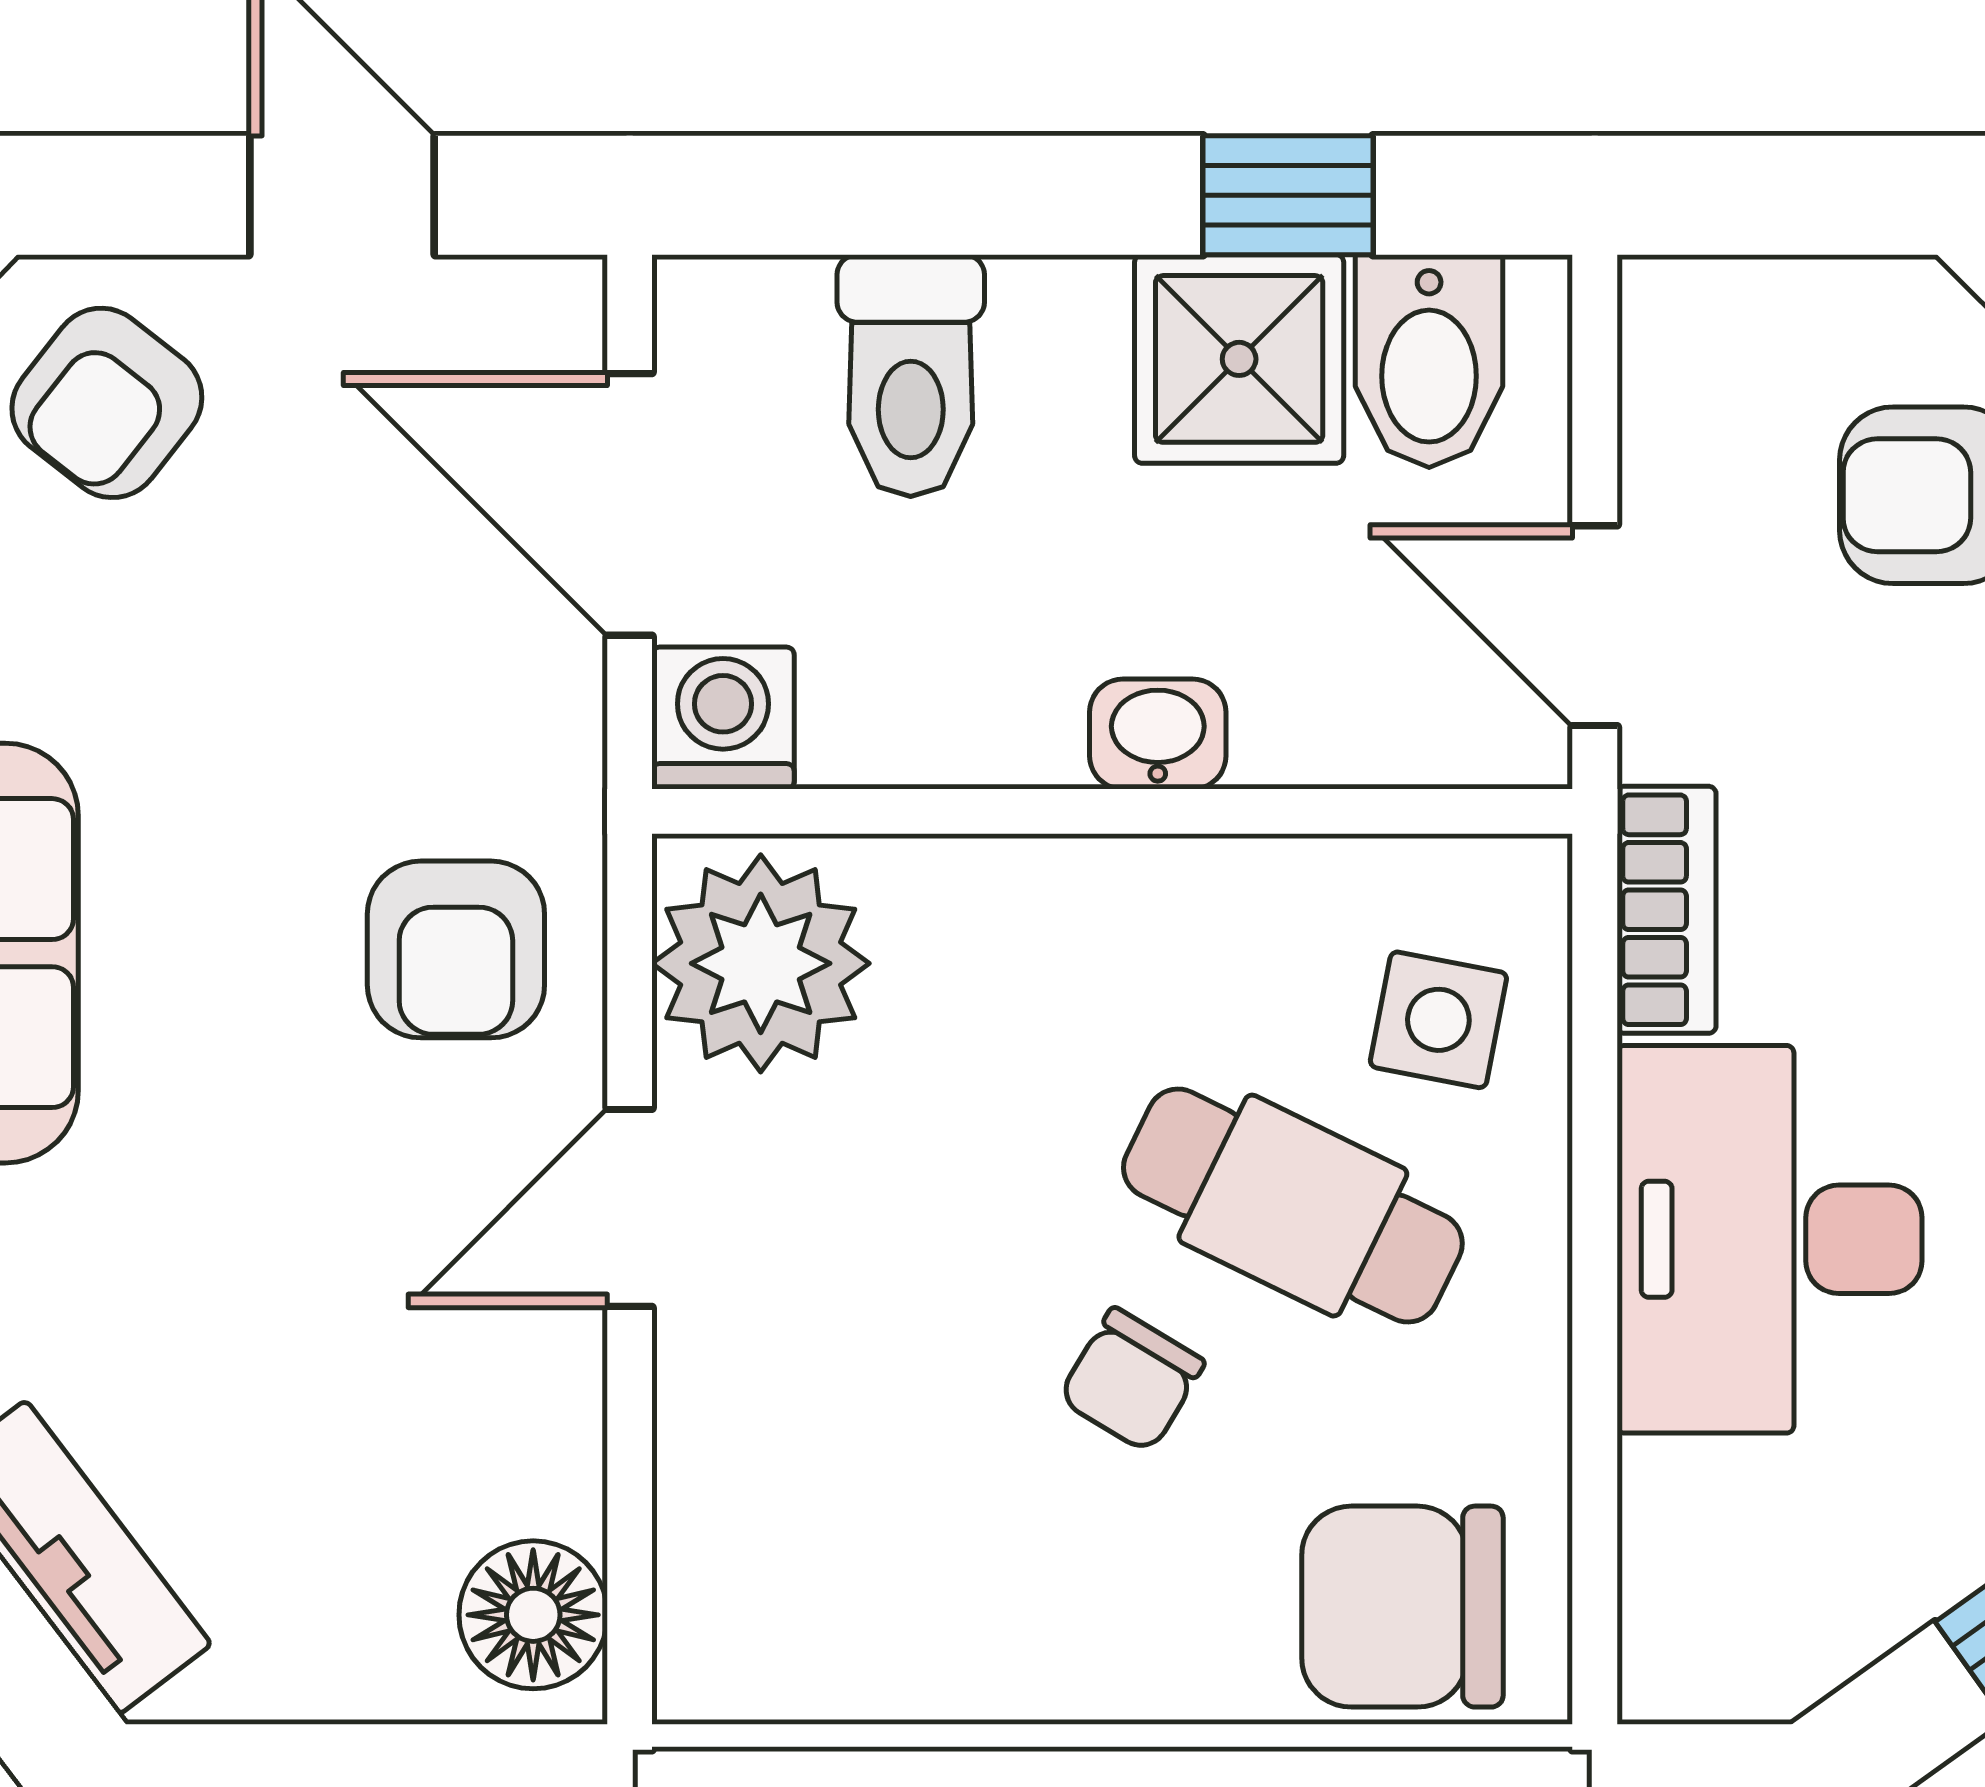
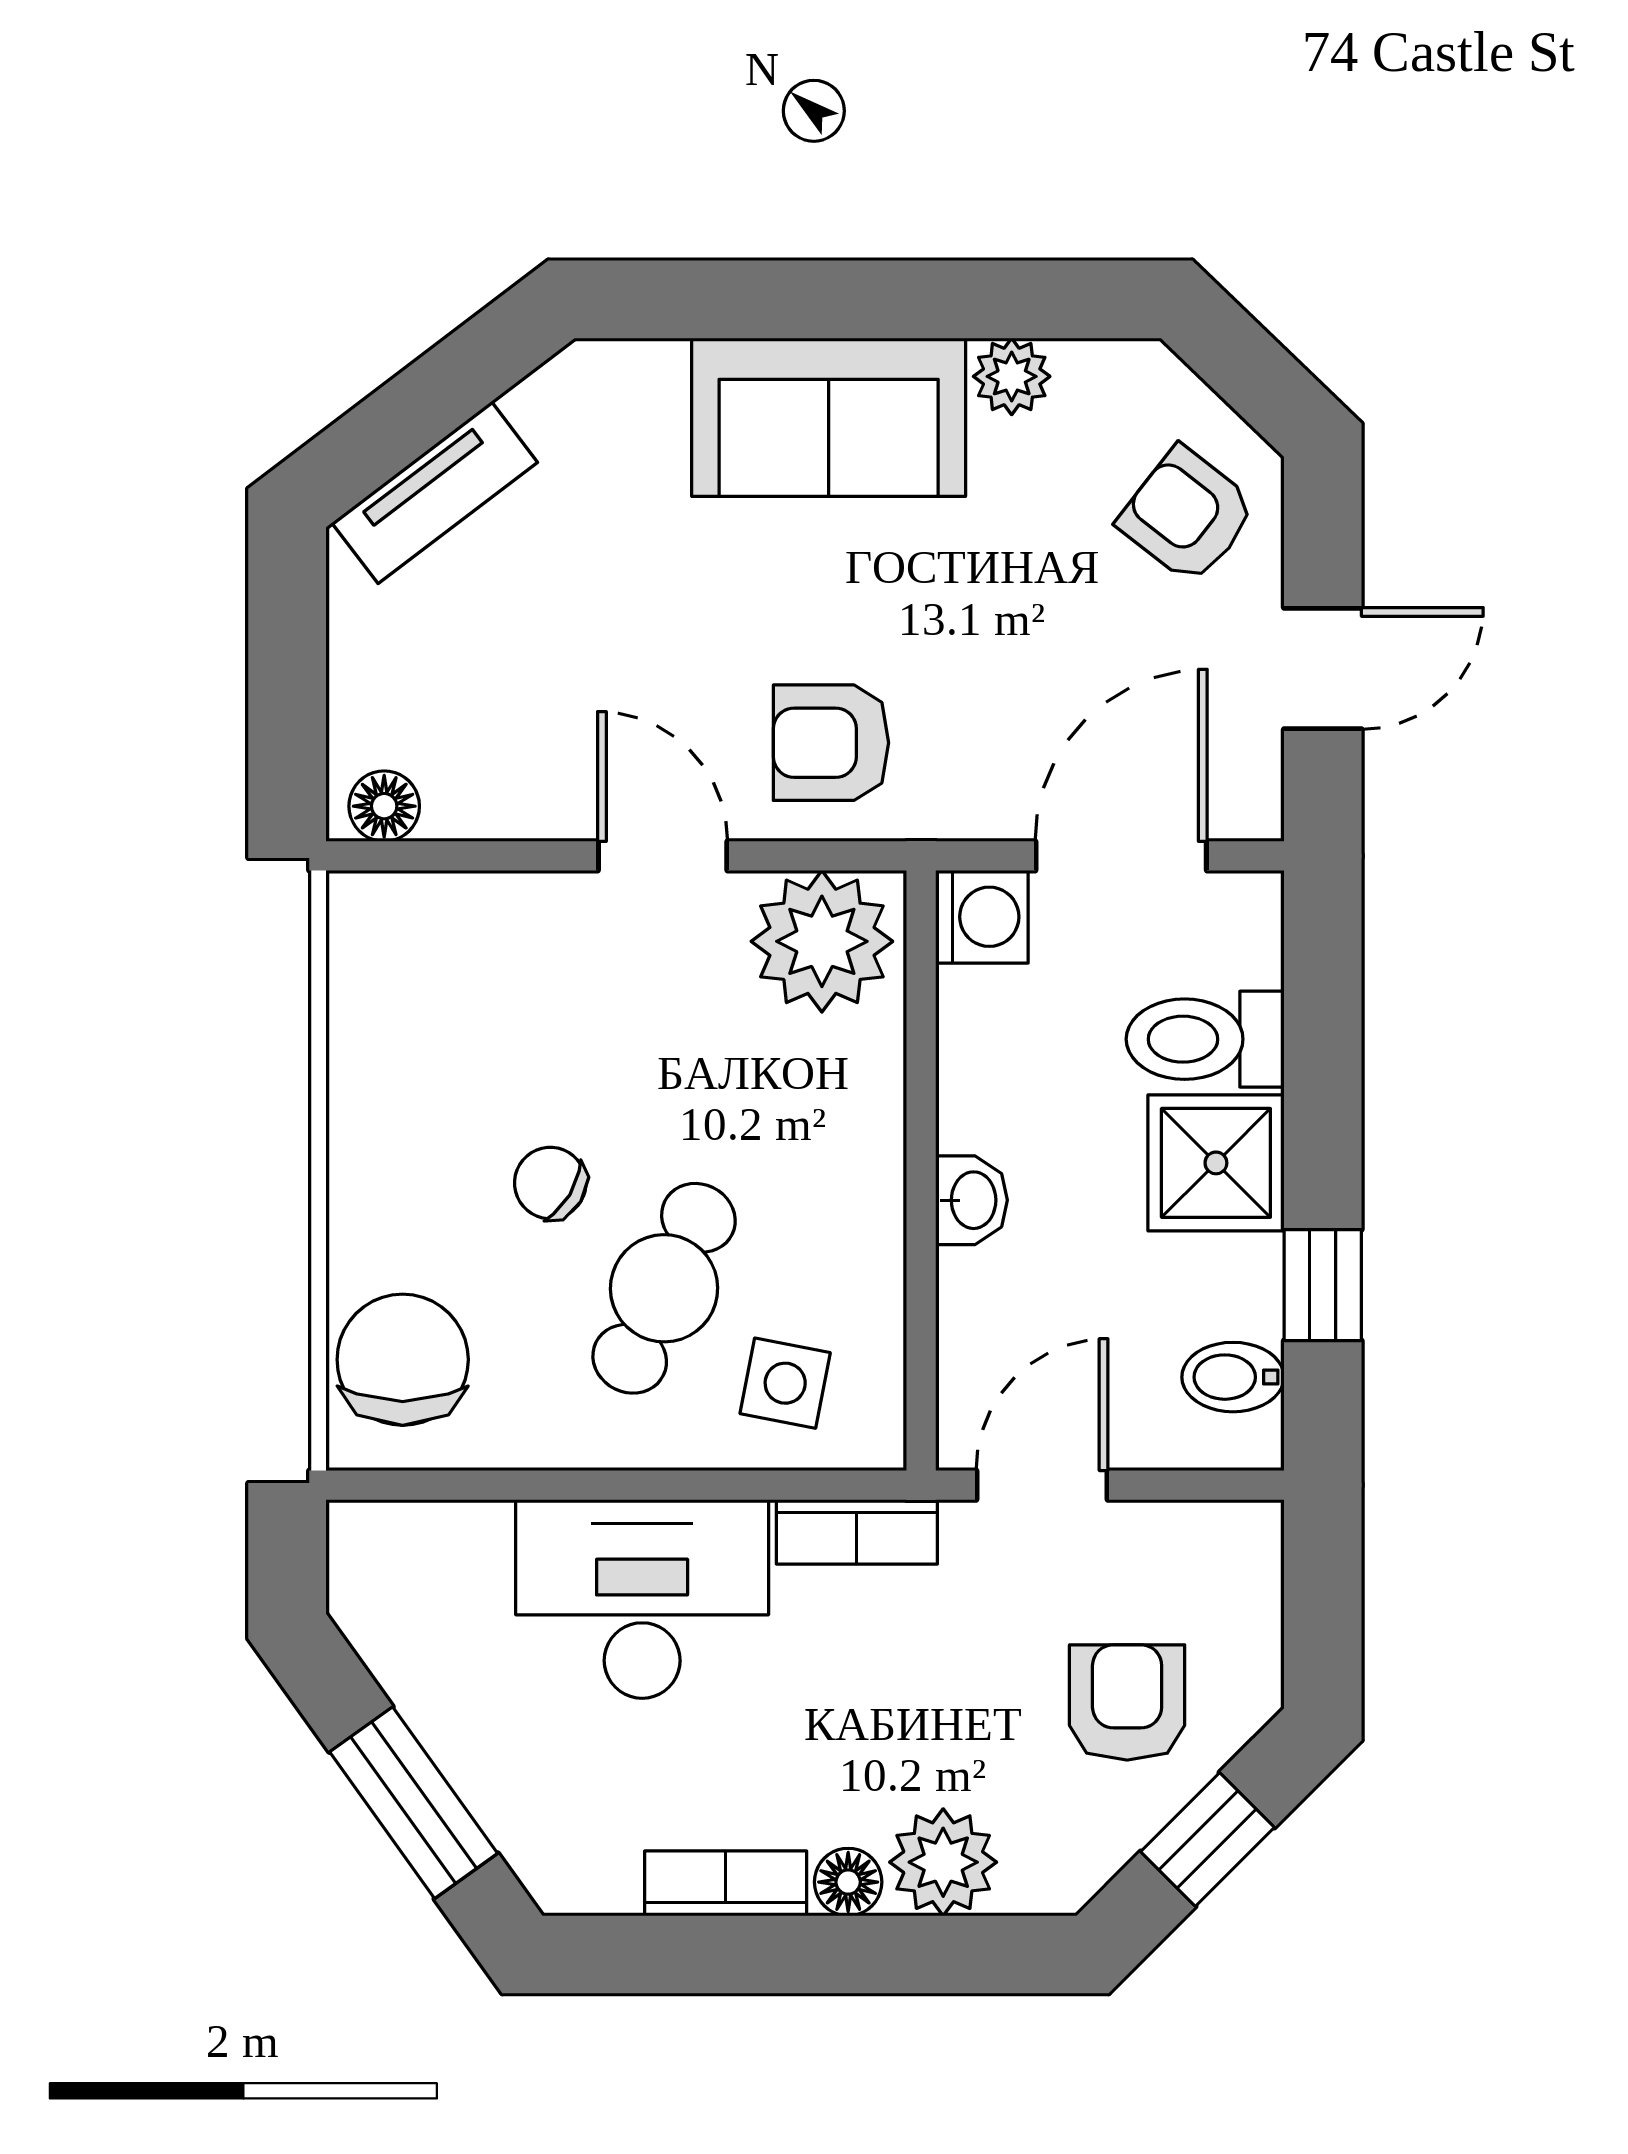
shower: (1239, 359) -> (1216, 1163), moved
bidet: (1429, 361) -> (1233, 1377), width x0.72, depth x0.74
floor lamp: (533, 1615) -> (384, 806), width x0.73, depth x0.73

